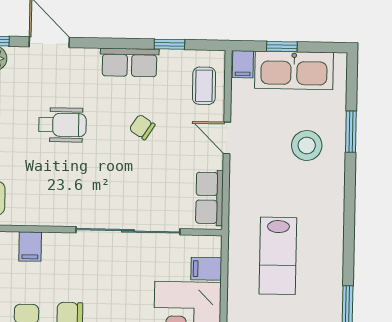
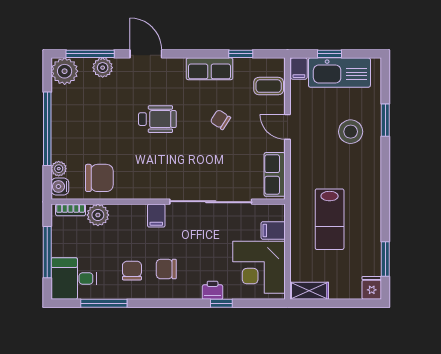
coffee table: (204, 86) -> (269, 86), turned 90
filing cabinet: (30, 247) -> (156, 216), moved

